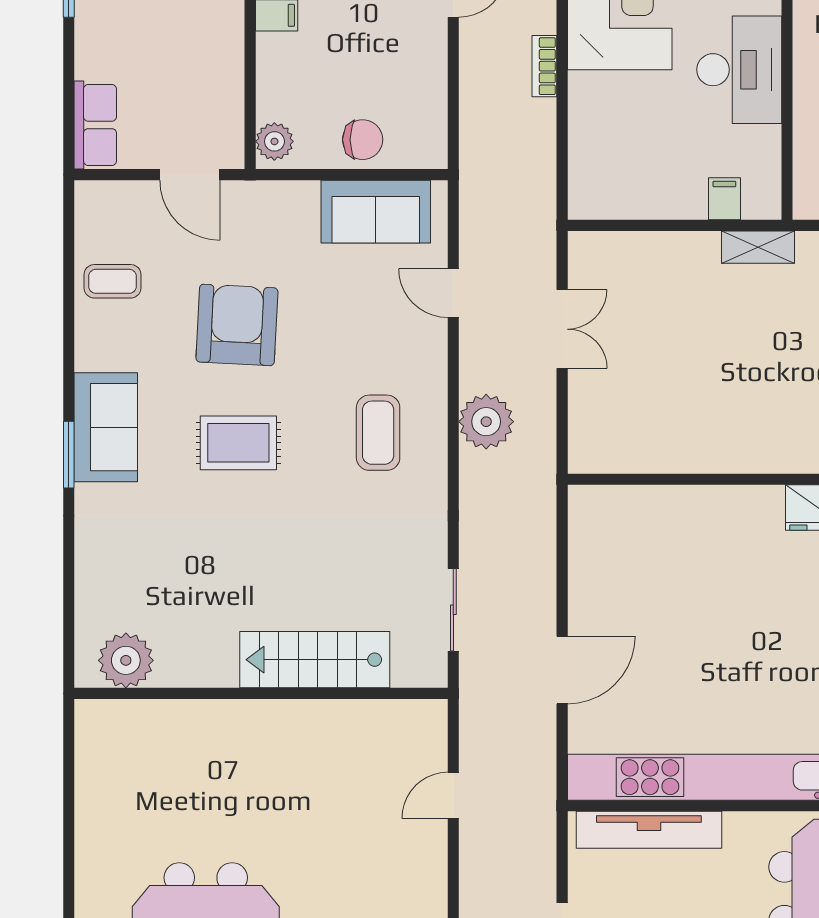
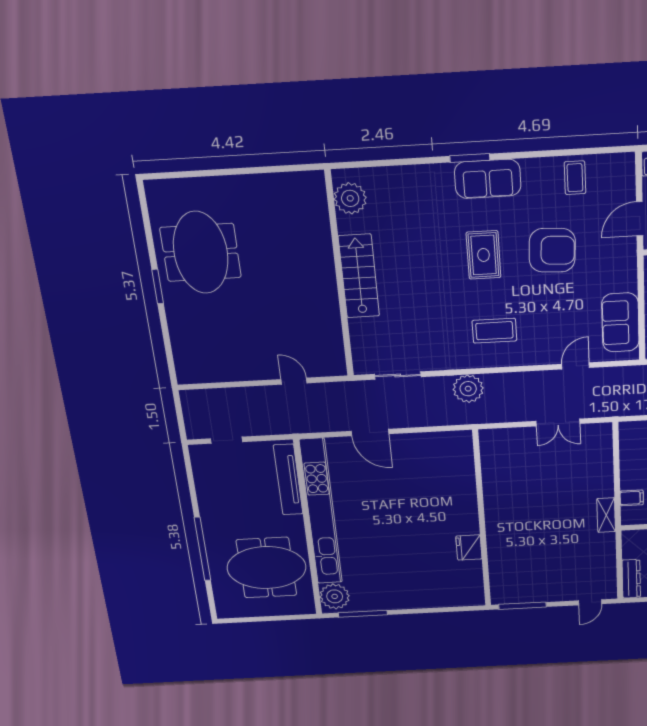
plant: (486, 422) -> (468, 389), moved
stairs: (315, 660) -> (359, 276), moved

